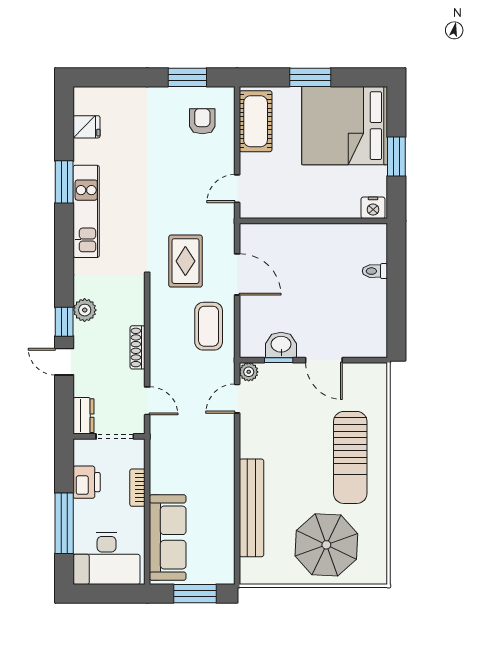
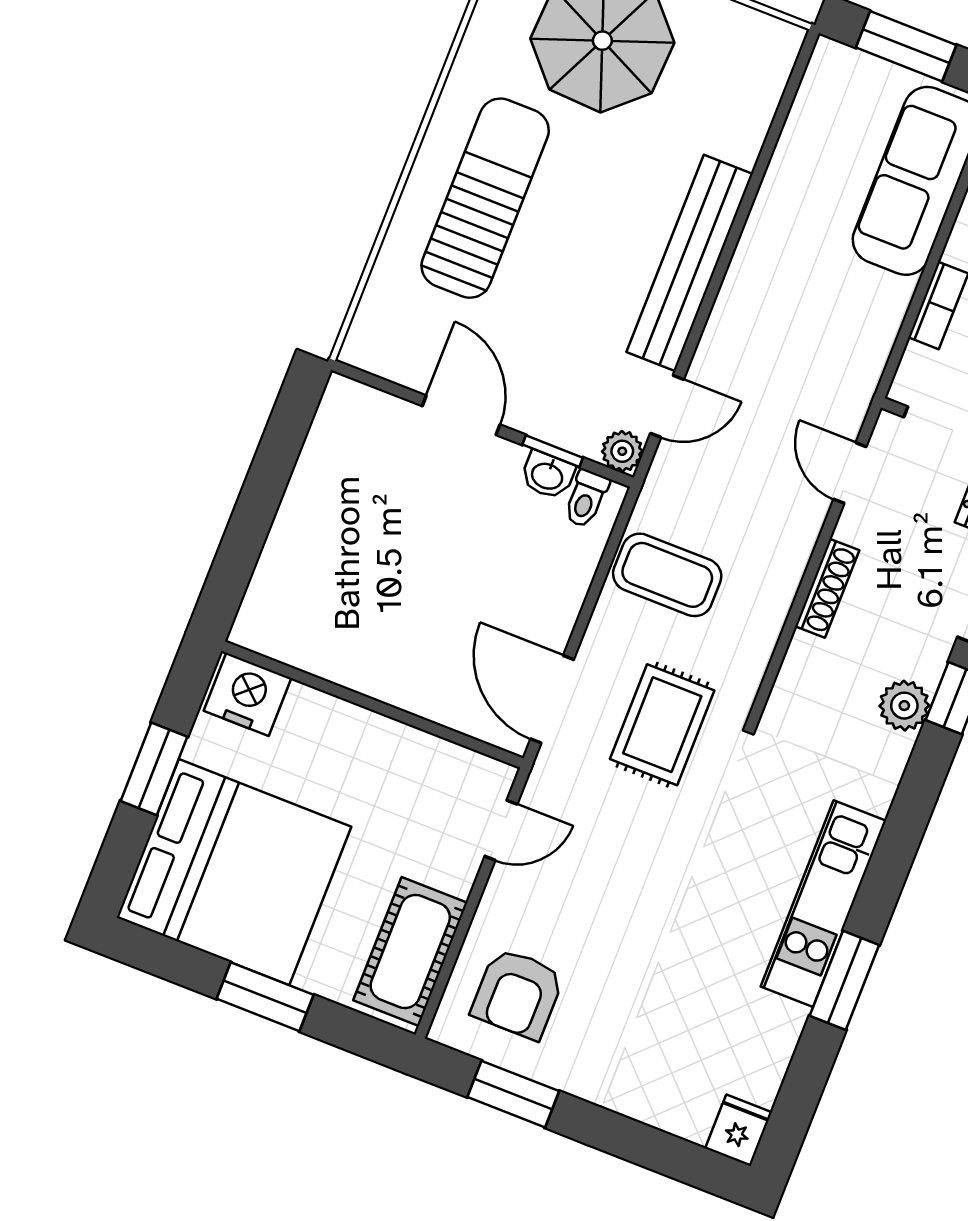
armchair: (202, 121) -> (518, 994), width x1.38, depth x1.38
fridge: (87, 127) -> (738, 1130), moved, turned 90
nightstand: (373, 208) -> (247, 694), width x1.36, depth x1.33
toilet: (375, 271) -> (586, 499), moved, turned 90
door: (237, 274) -> (552, 699), moved
coffee table: (209, 326) -> (667, 575), turned 90
washbasin: (281, 345) -> (548, 475), width x0.72, depth x0.69
bench: (251, 508) -> (690, 263), moved

